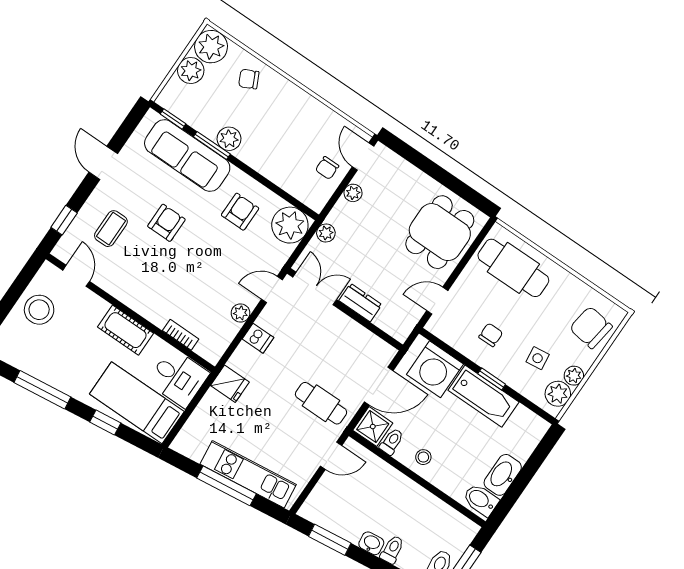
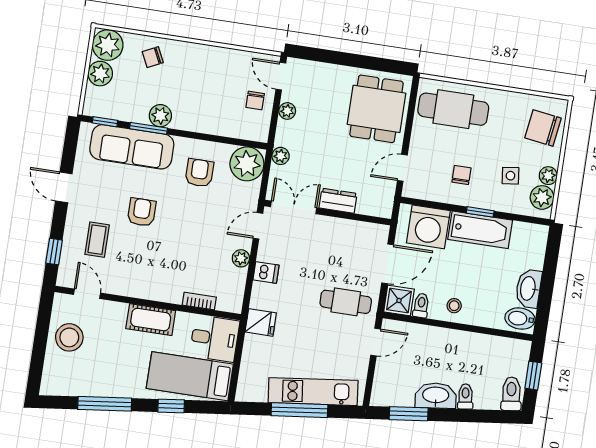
washbasin: (371, 543) -> (436, 396), width x1.91, depth x1.45

